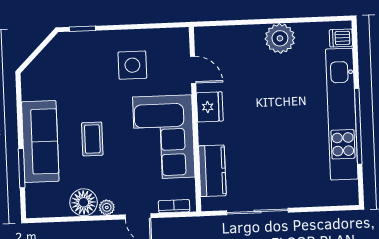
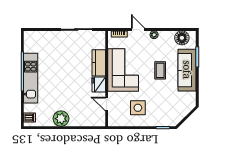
kitchen unit: (342, 114) -> (31, 78), width x0.73
kitchen counter: (212, 171) -> (99, 63), moved
floor lamp: (84, 202) -> (182, 38), moved

